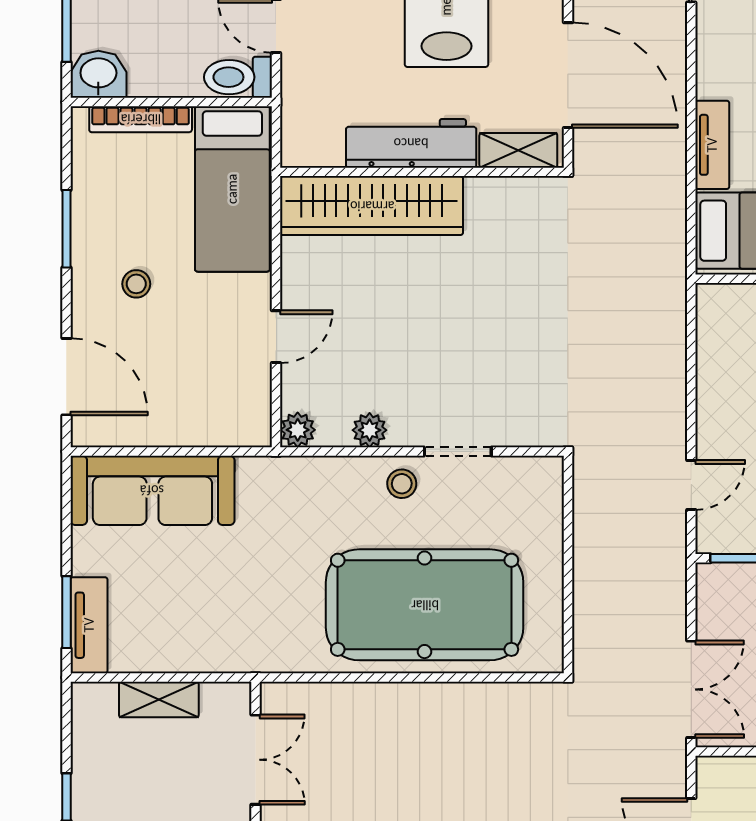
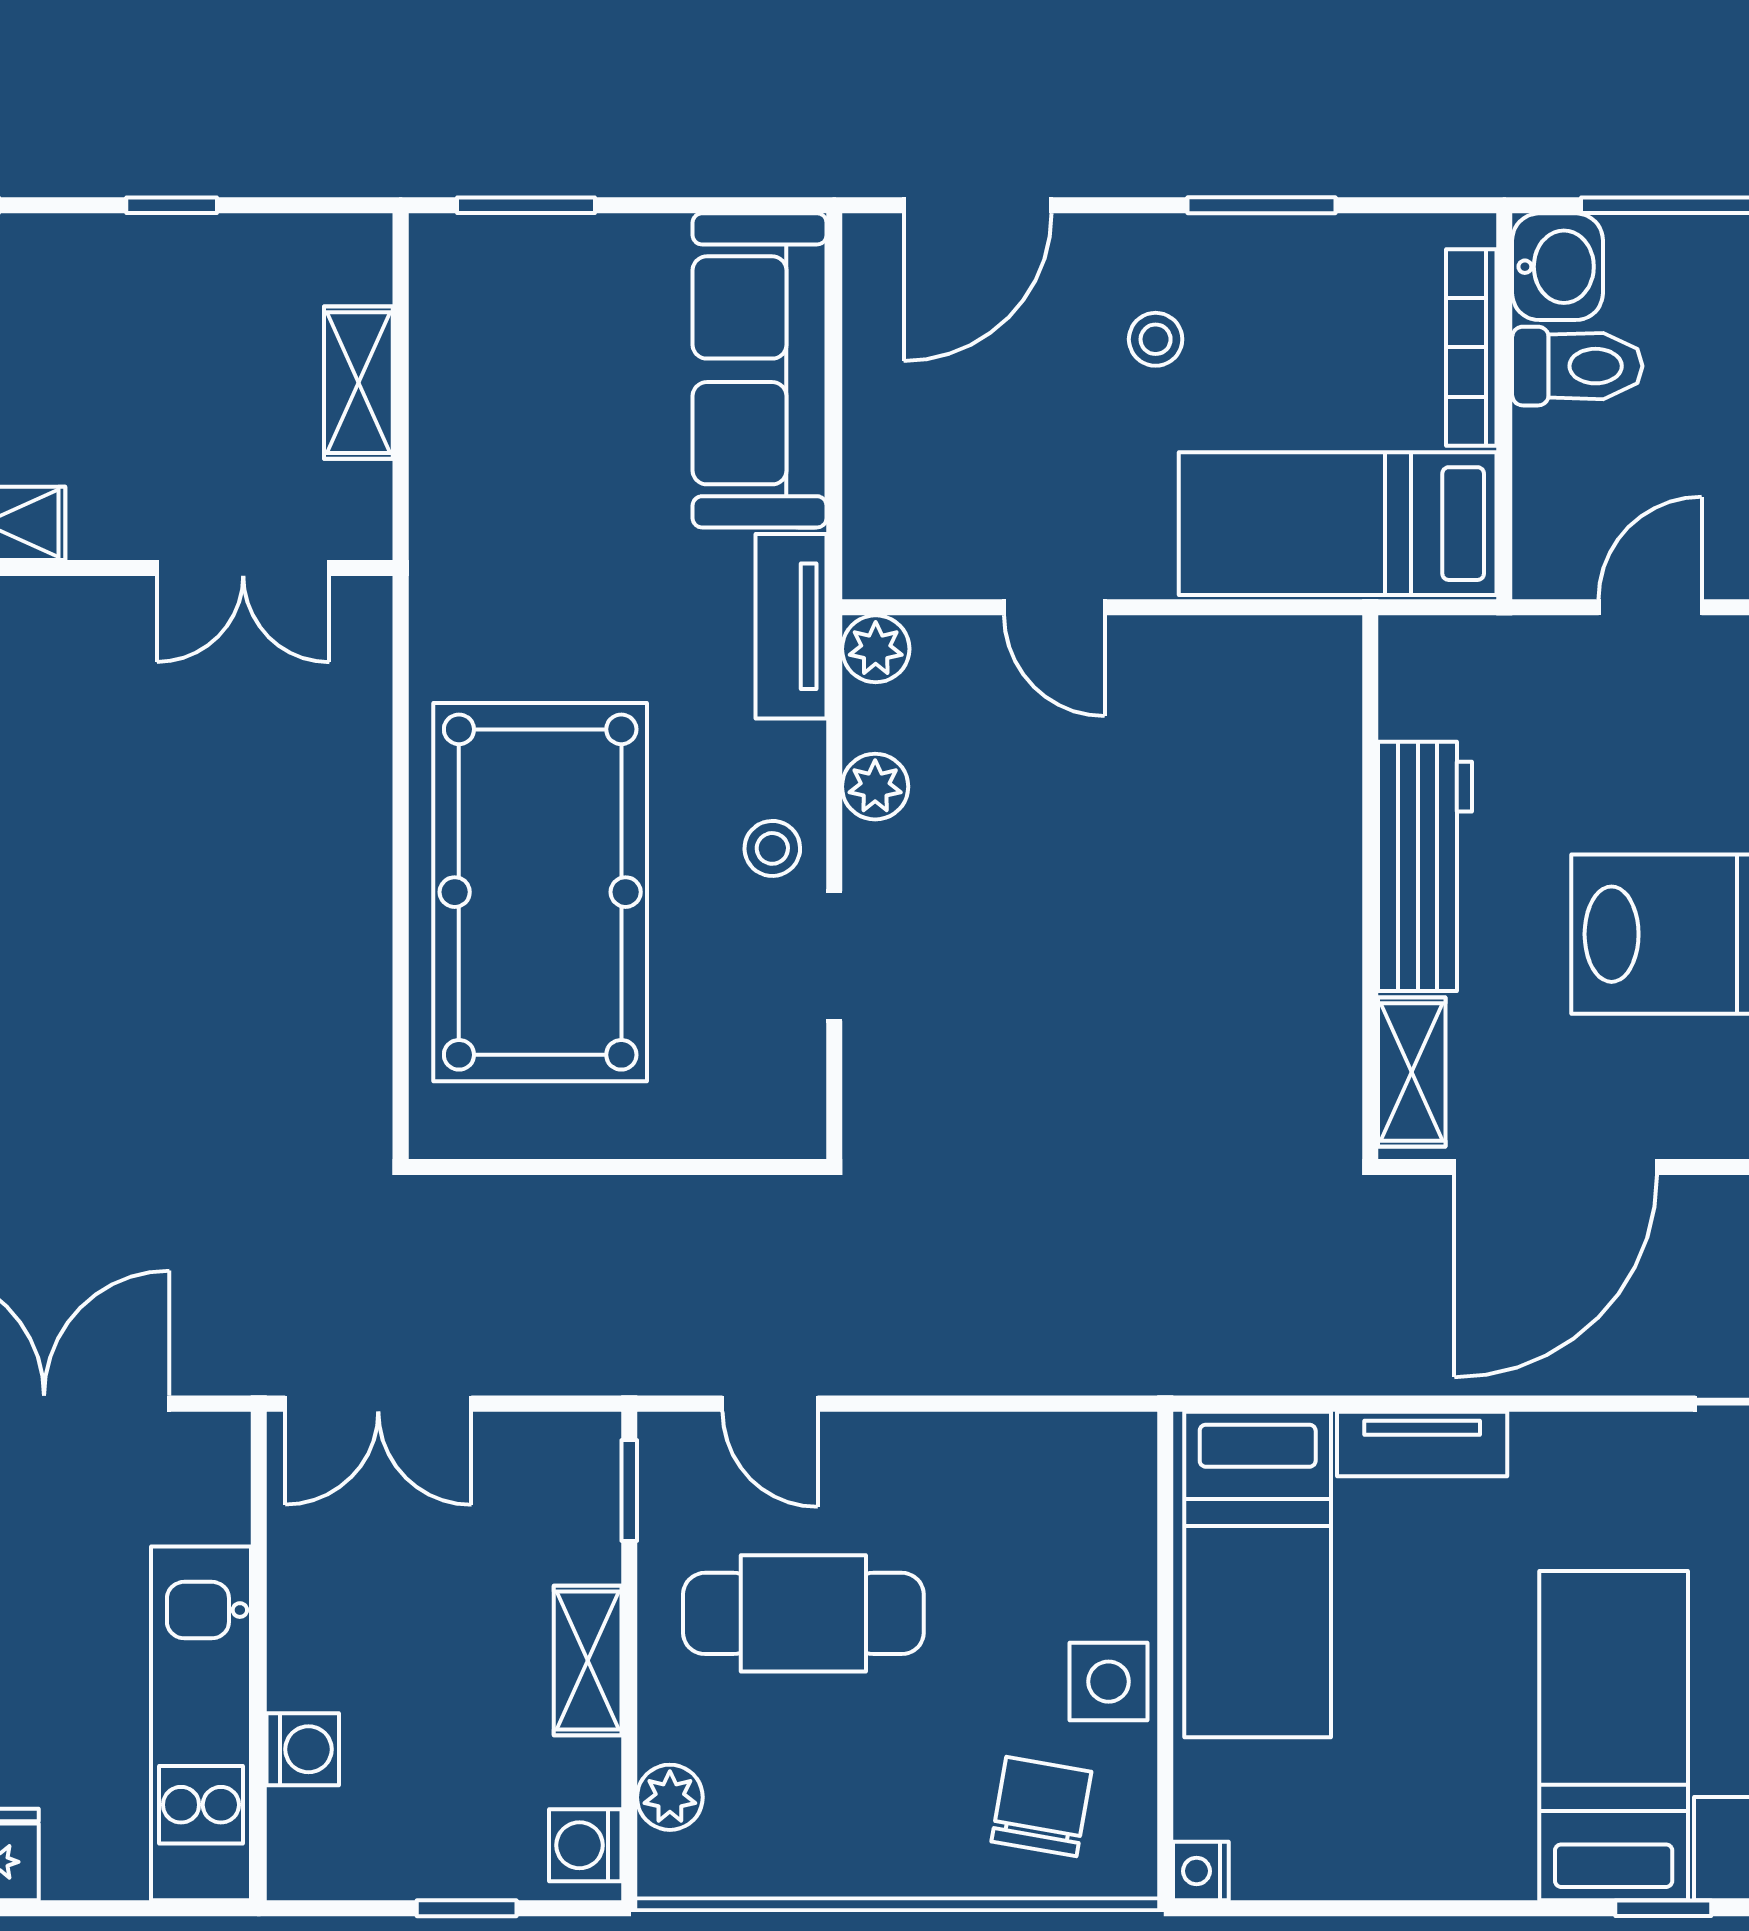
toilet: (238, 77) -> (1577, 366), moved, turned 90
wardrobe: (372, 206) -> (1306, 790), removed
tv unit: (89, 625) -> (791, 626), moved, turned 90

